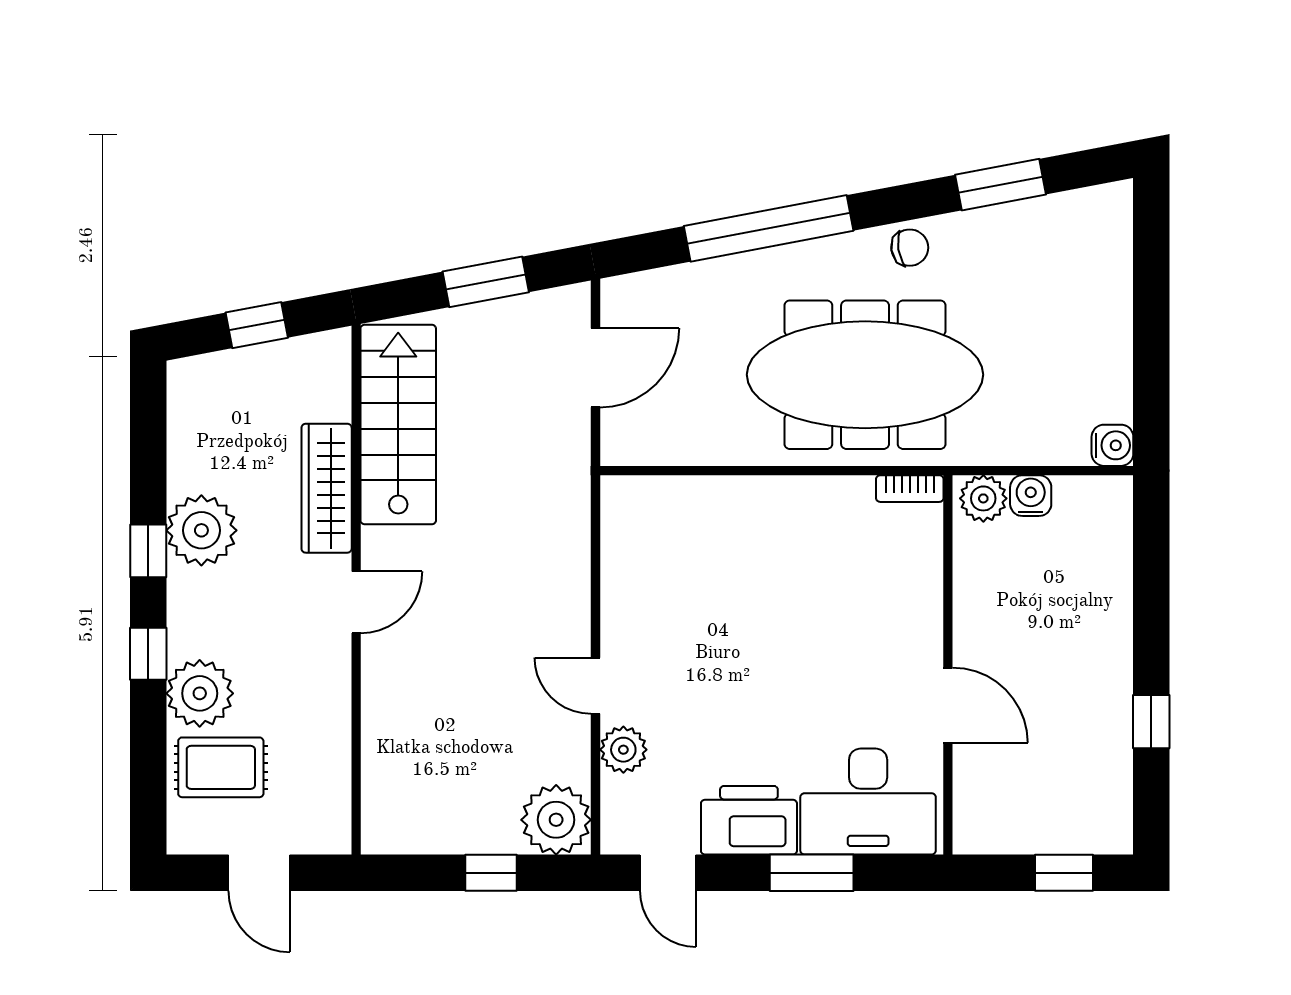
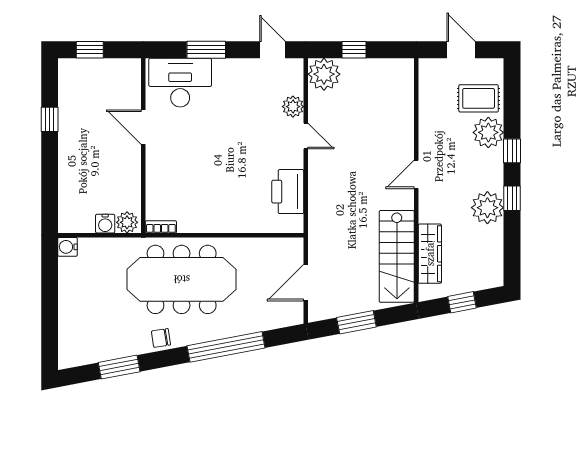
wardrobe: (327, 488) -> (430, 254), moved
printer: (749, 820) -> (288, 192), moved, turned 90

